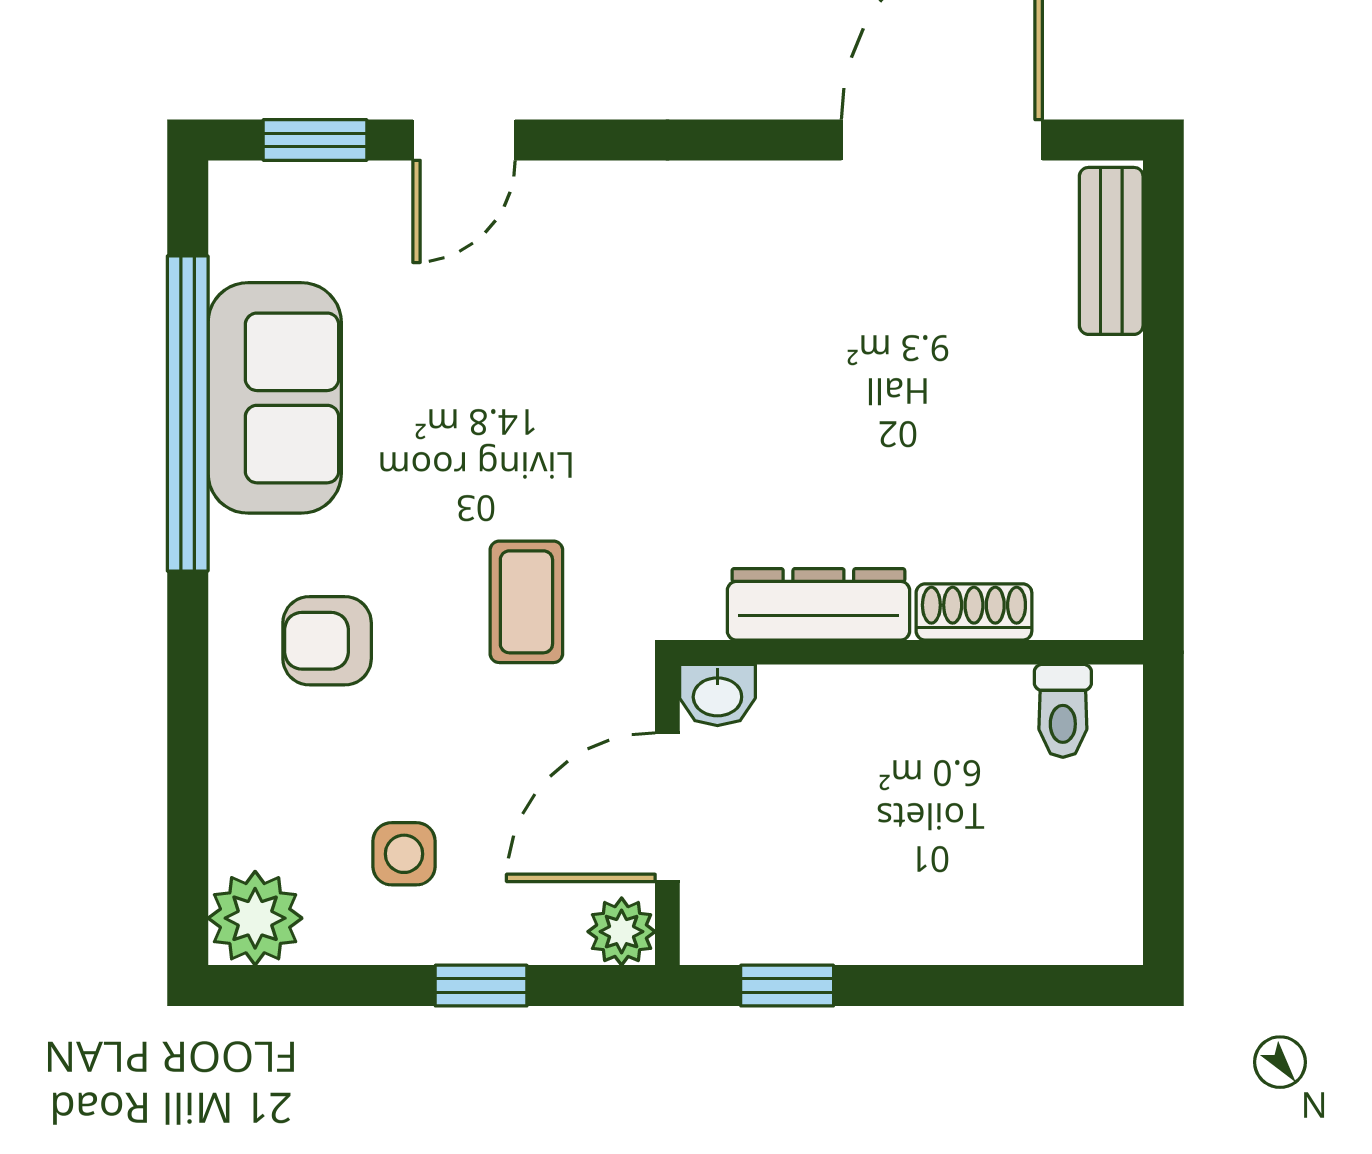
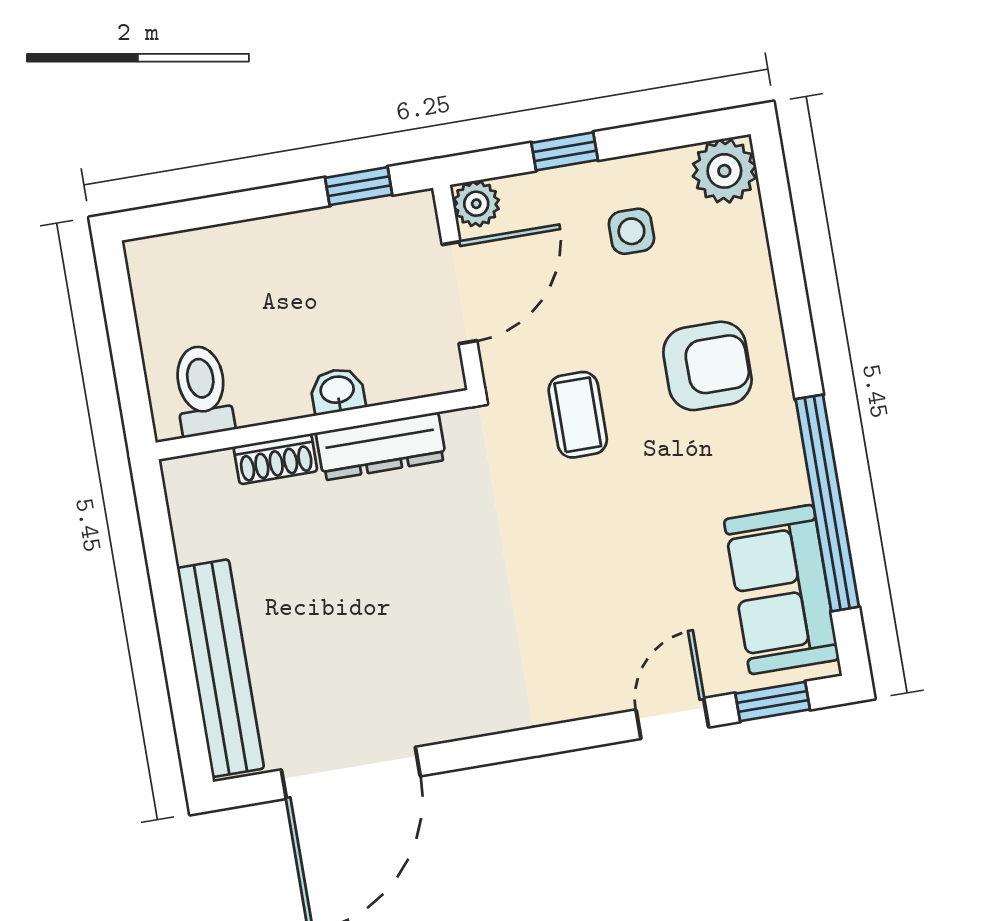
bench: (1111, 251) -> (221, 668), width x1.86, depth x1.21
sofa: (275, 398) -> (782, 590), moved
armchair: (327, 641) -> (707, 366), width x1.38, depth x1.38
washbasin: (717, 695) -> (337, 391), moved
toilet: (1063, 711) -> (202, 390), width x1.37, depth x1.39

